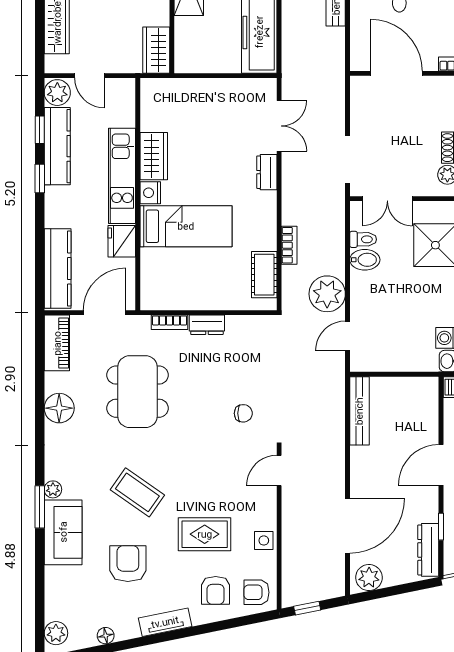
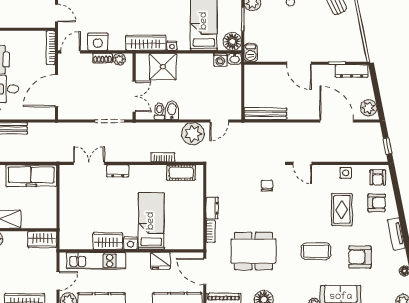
kitchen unit: (122, 176) -> (96, 261), moved
door: (348, 336) -> (219, 121), hinge flipped
coffee table: (137, 492) -> (316, 251), turned 55

